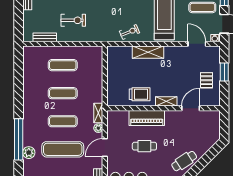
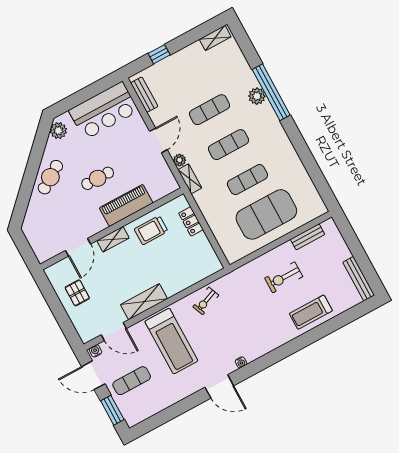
shelving: (148, 52) -> (144, 302), moved
exercise mat: (63, 65) -> (266, 214), width x2.00, depth x1.45
window: (224, 72) -> (61, 315), removed
locker: (112, 86) -> (191, 221), added
cafe table: (144, 146) -> (98, 178), moved
exercise mat: (63, 149) -> (210, 110), width x0.73, depth x0.69
plant: (29, 153) -> (257, 96), moved

